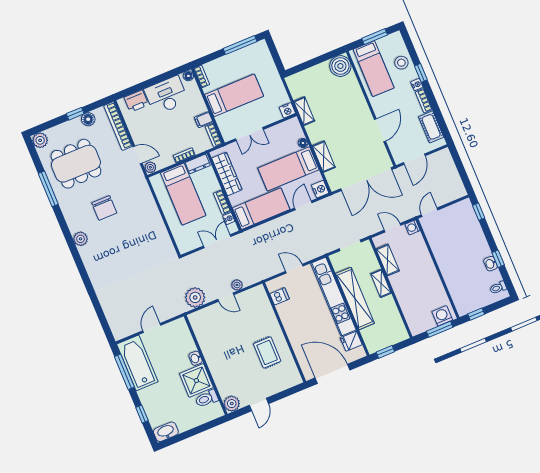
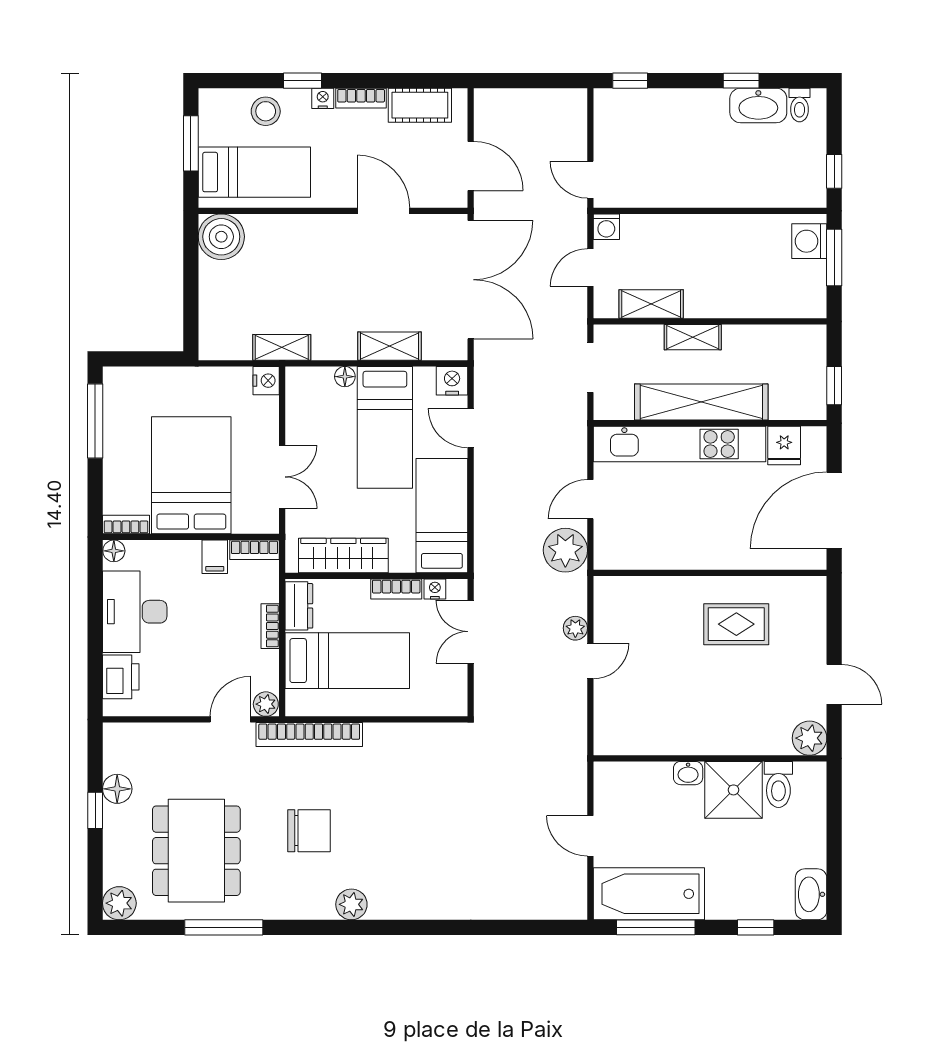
bed: (234, 95) -> (191, 475), width x1.50
bookcase: (118, 126) -> (309, 735), moved
washbasin: (491, 264) -> (758, 105), width x1.91, depth x1.45
dishwasher: (279, 296) -> (634, 552), removed
plant: (195, 297) -> (565, 550), moved

